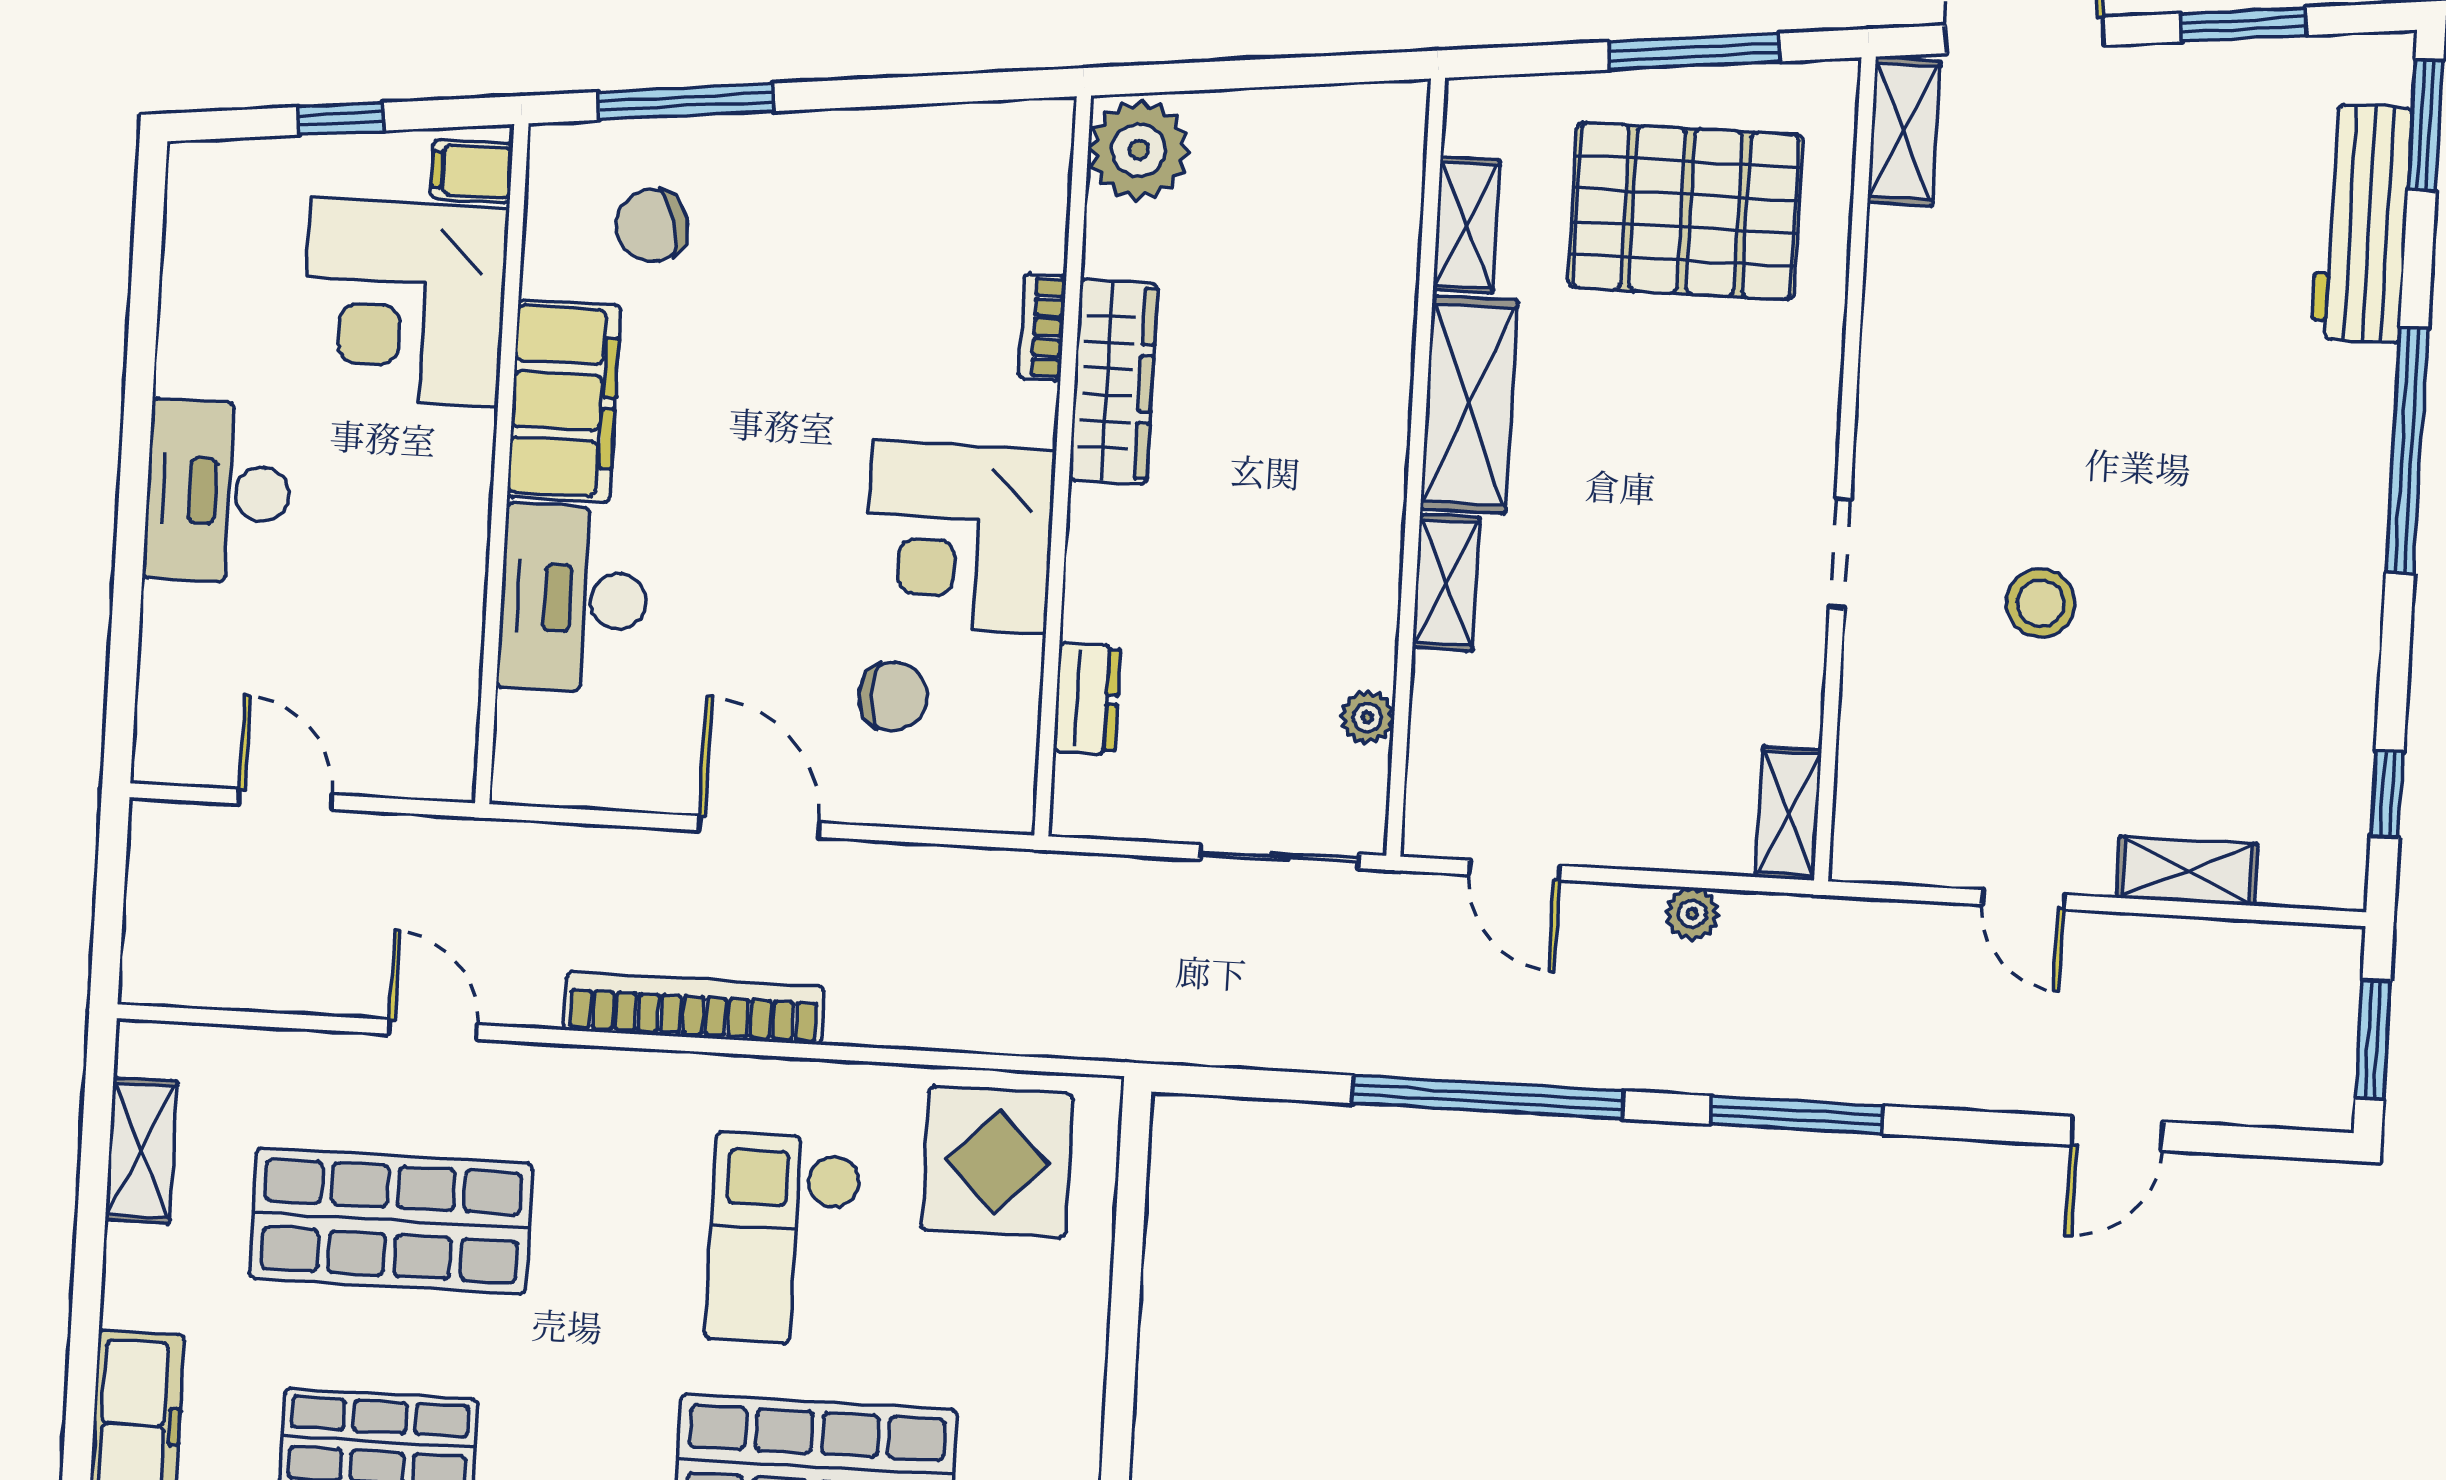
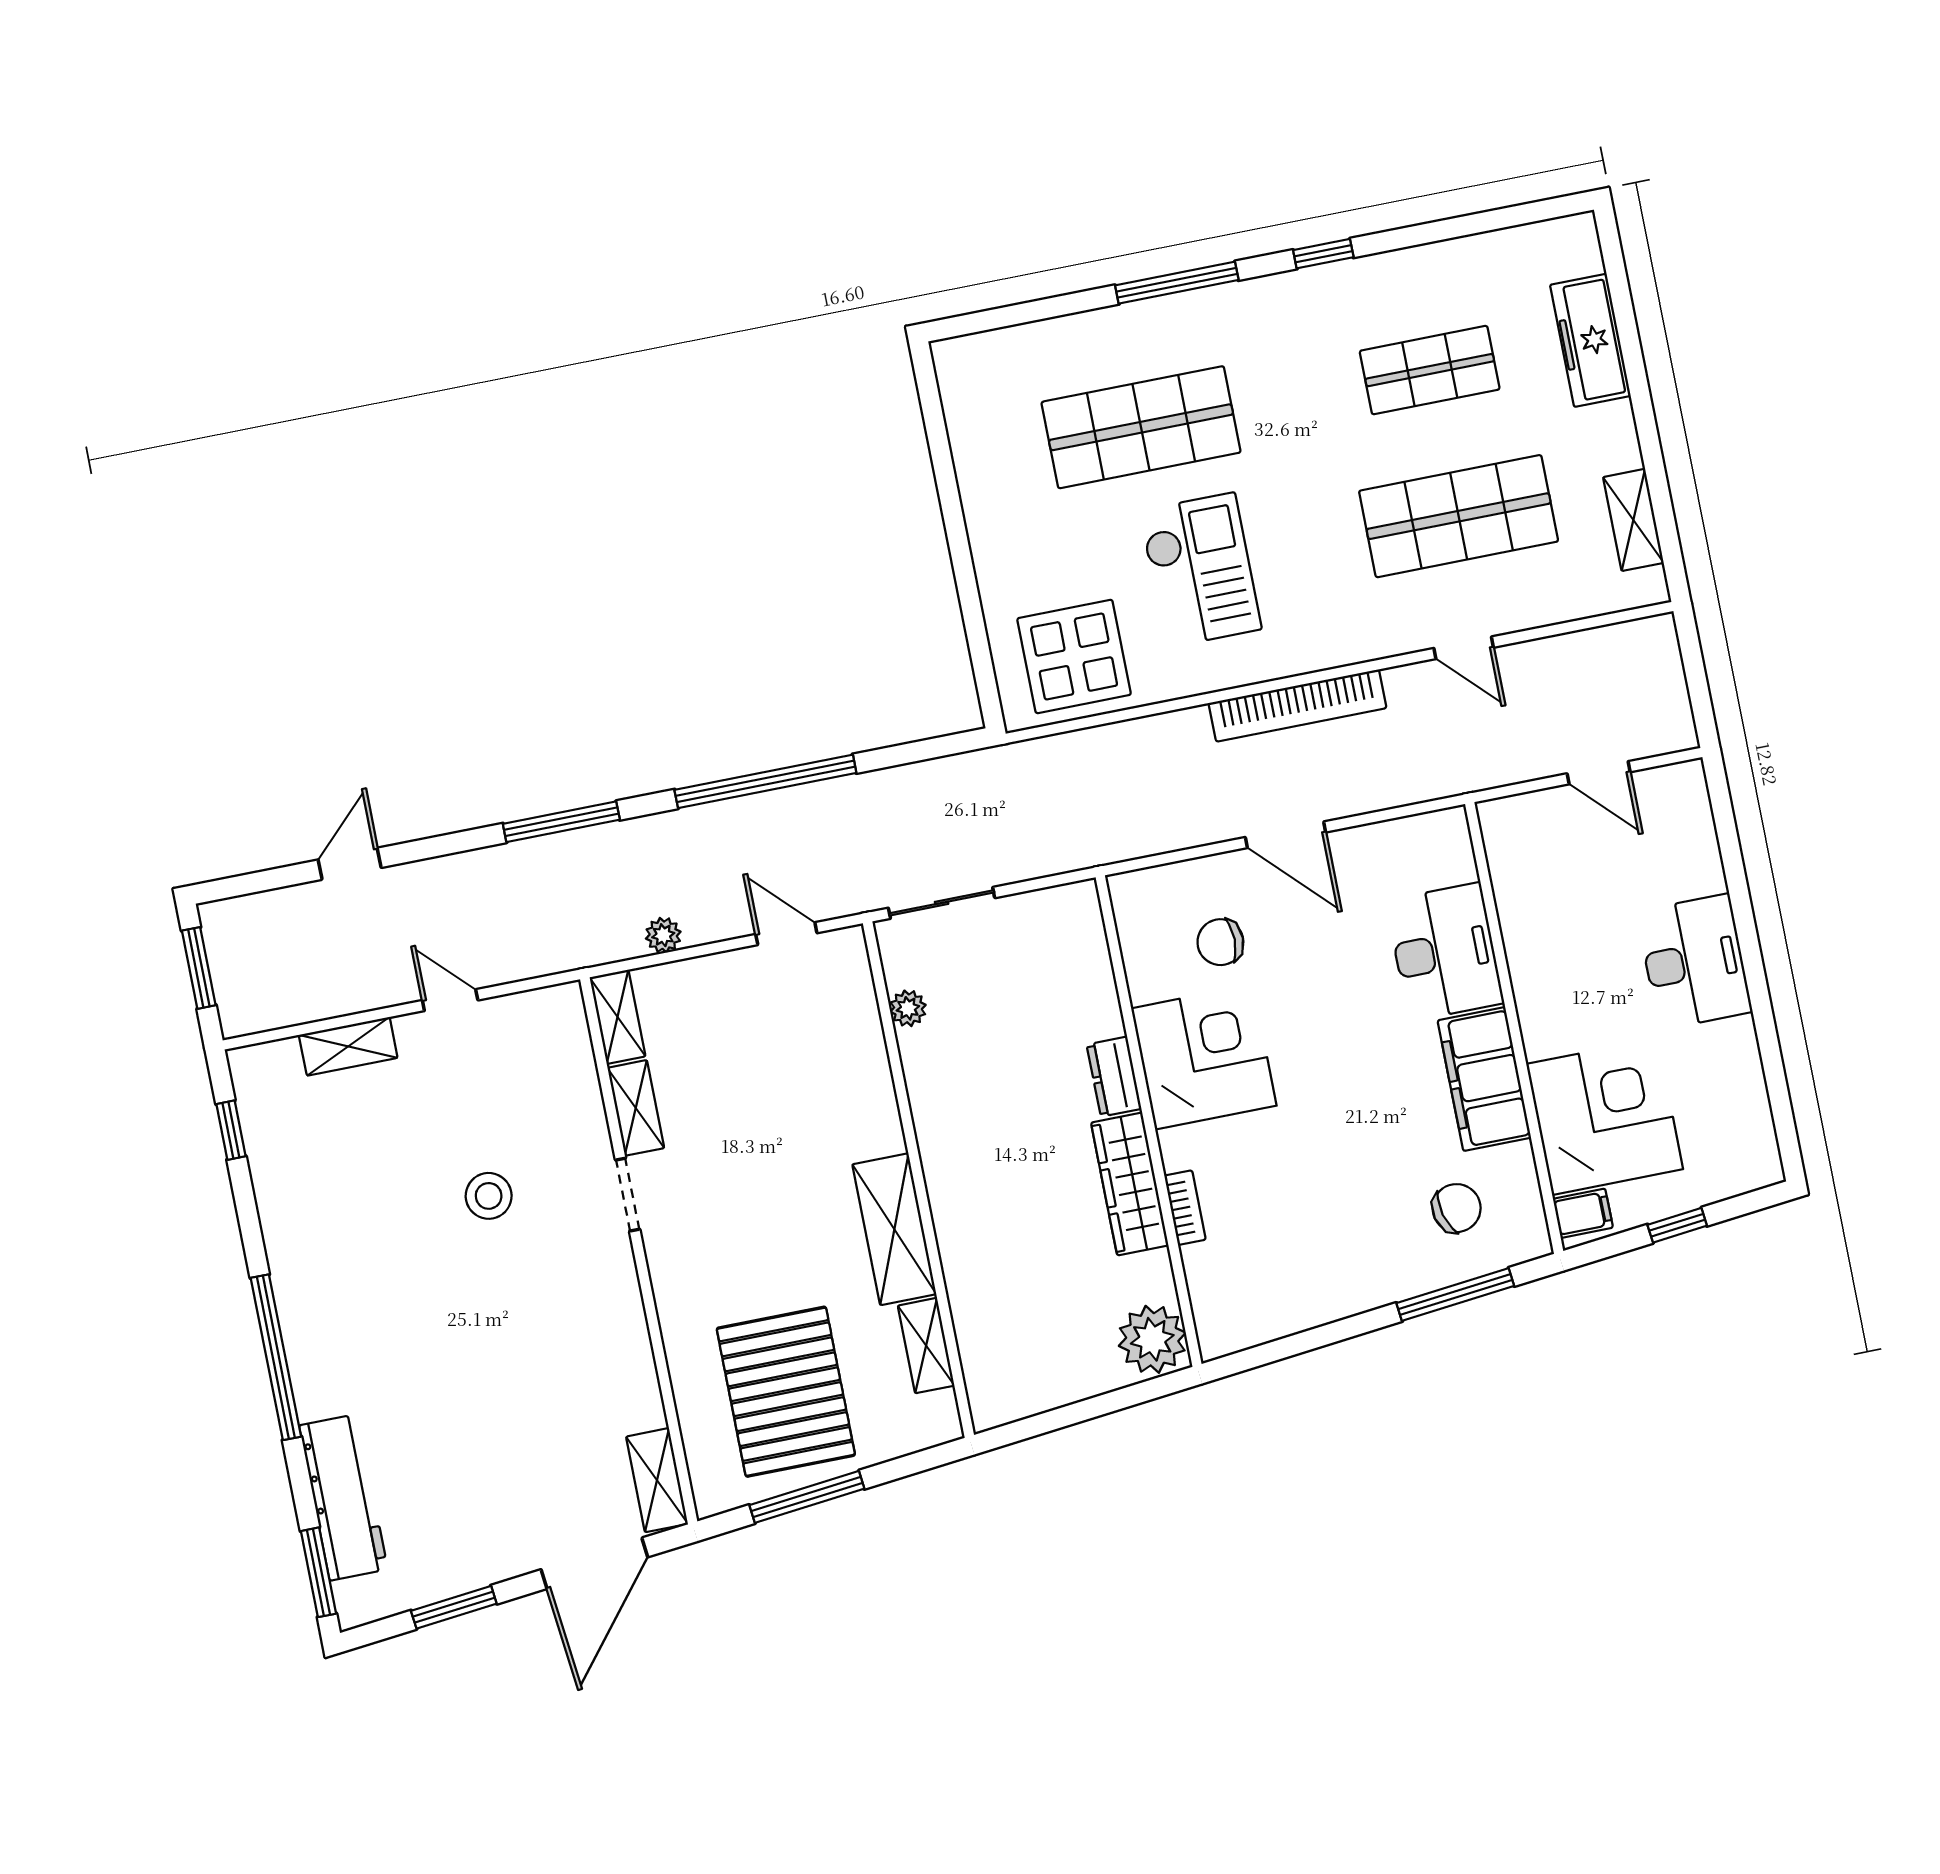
pallet: (1686, 211) -> (786, 1392), turned 90
shelving: (1446, 583) -> (636, 1108), moved
dresser: (1087, 699) -> (1114, 1077), moved

